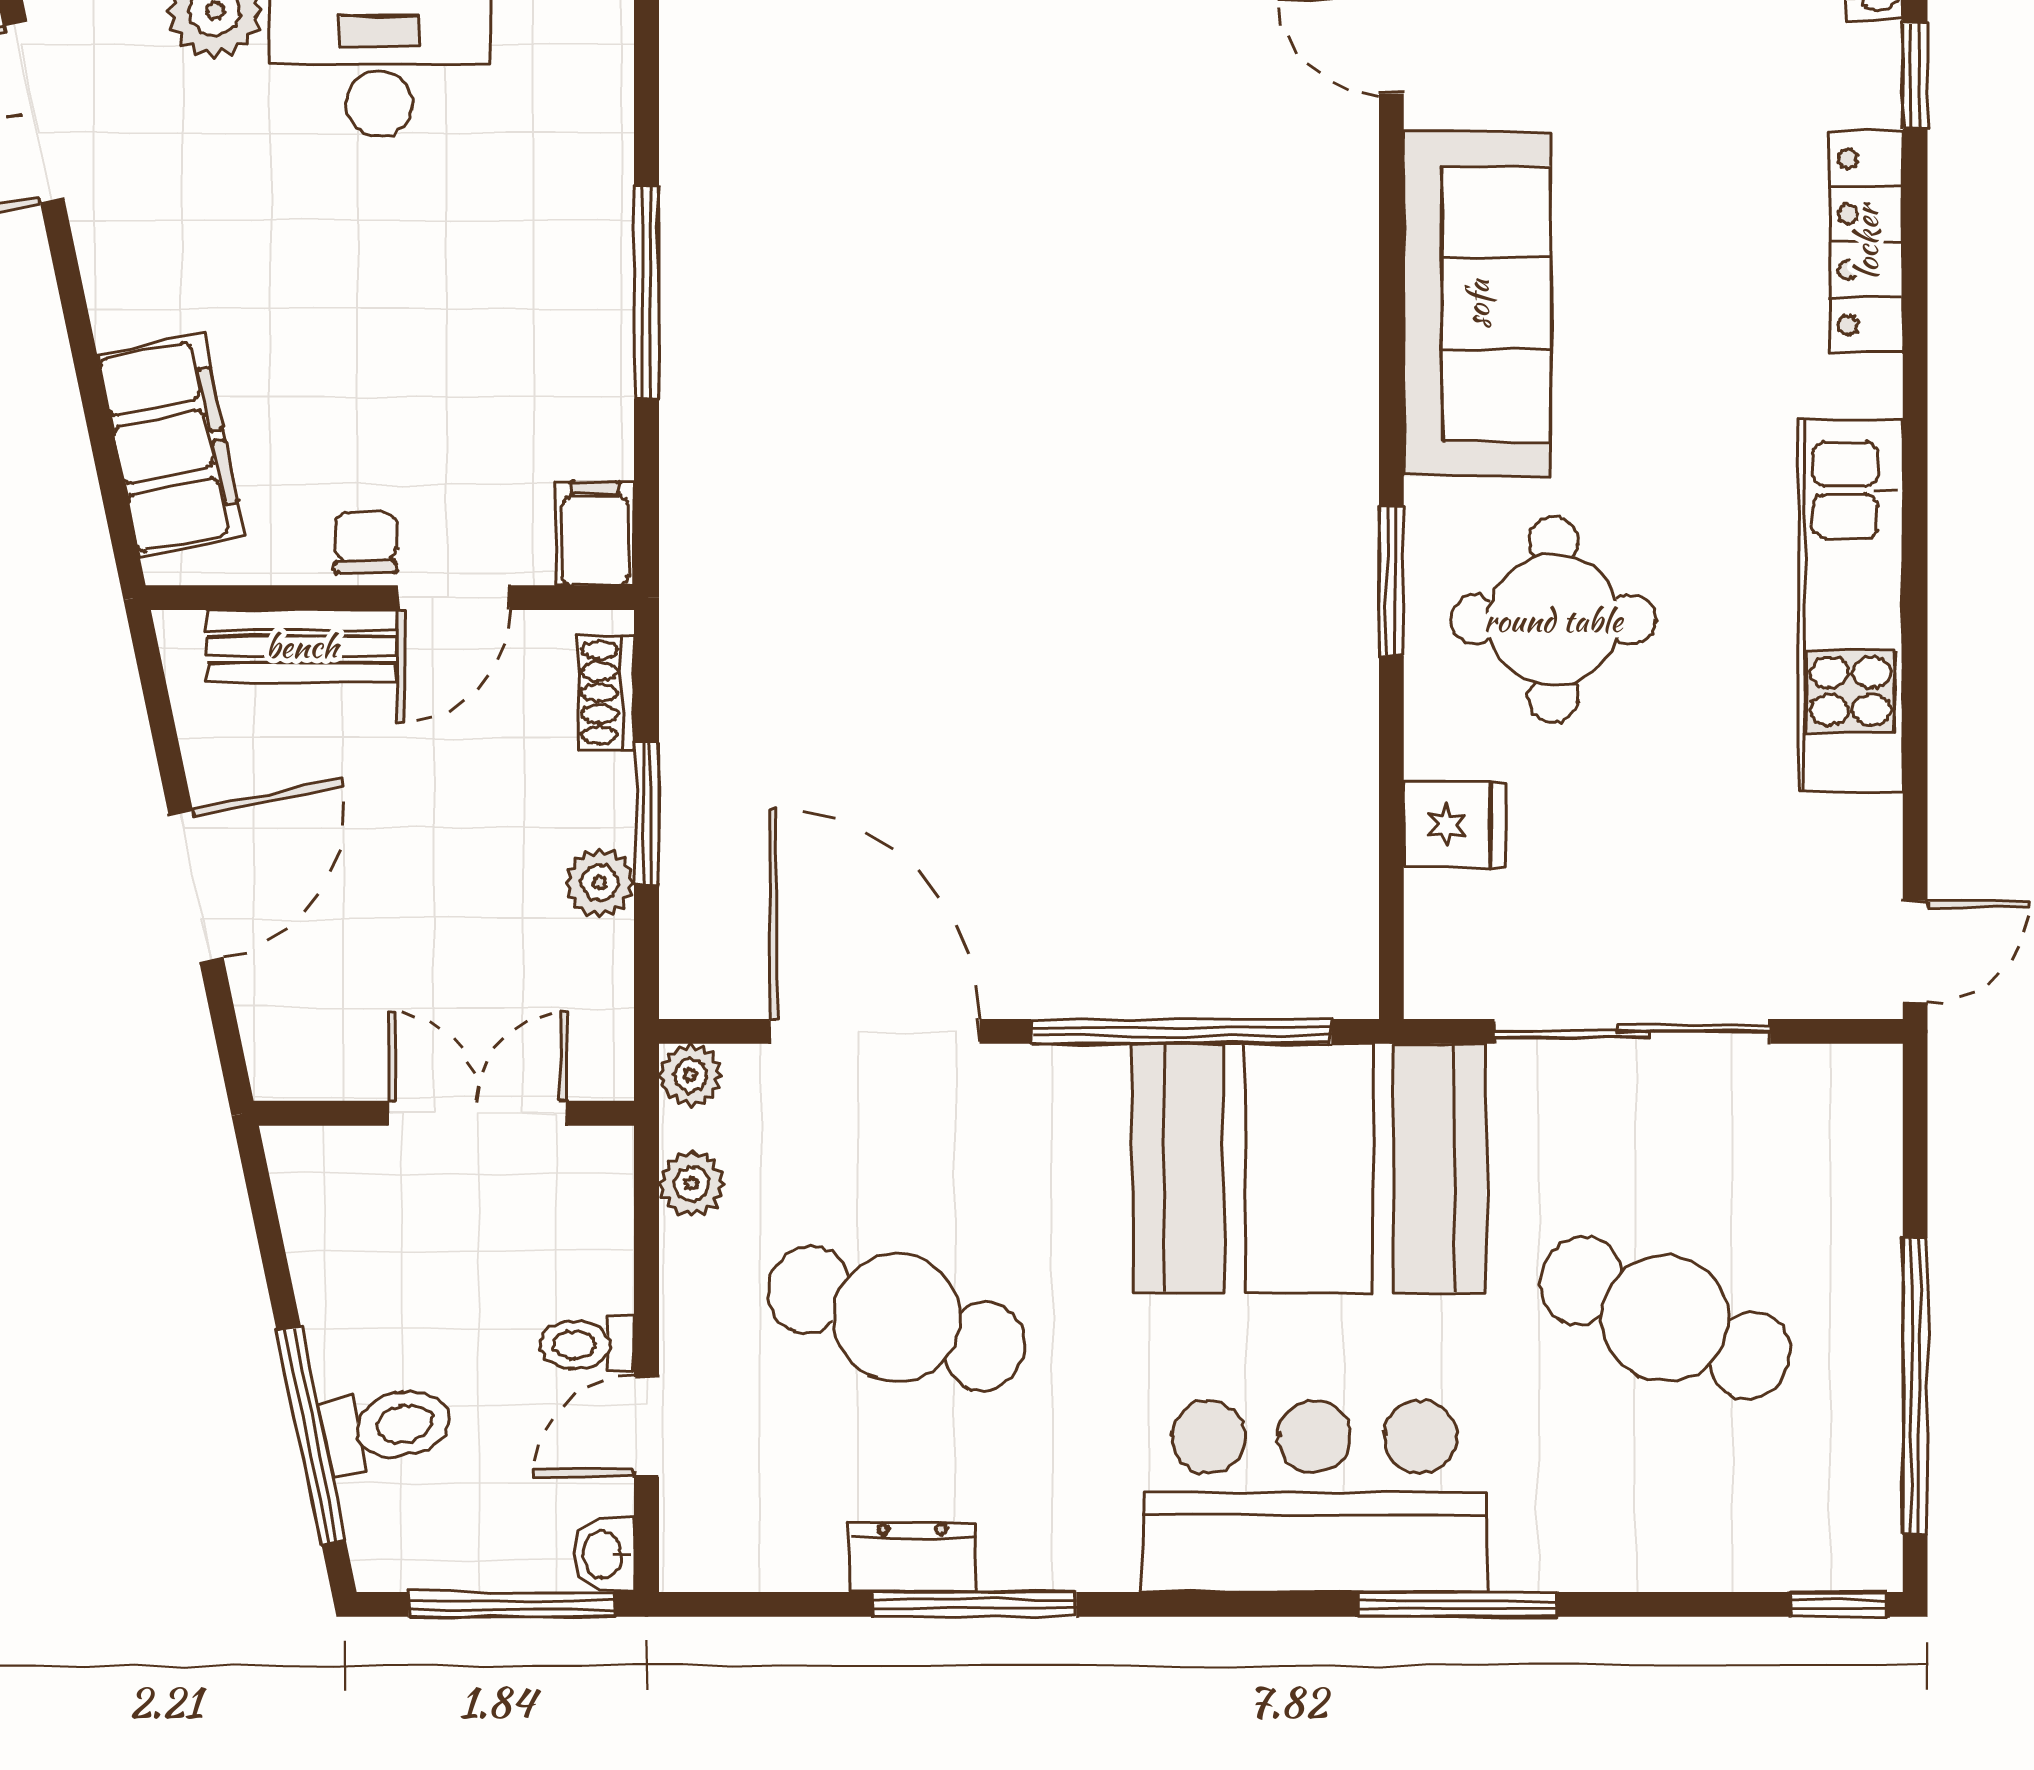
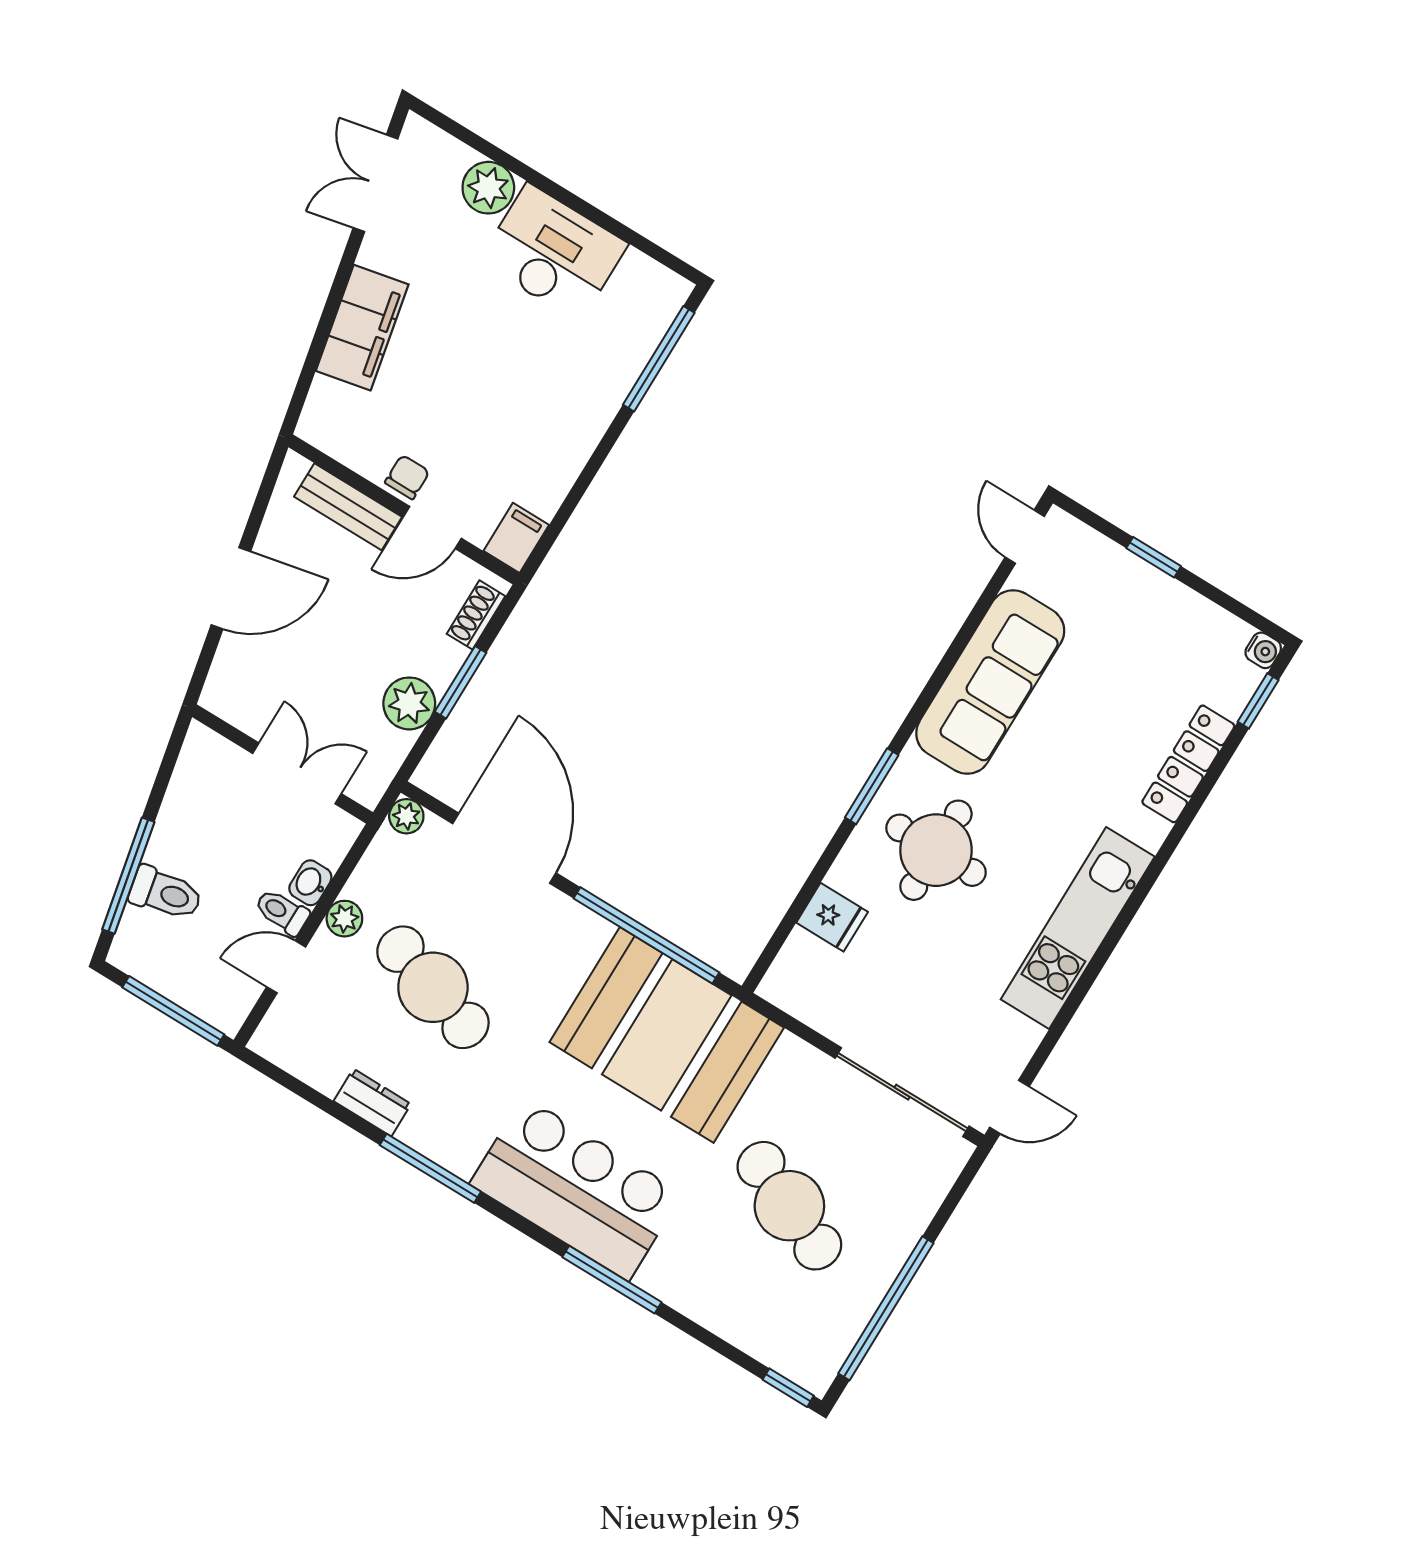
window: (647, 292) -> (659, 359), moved
filing cabinet: (171, 445) -> (362, 328), moved
plant: (600, 883) -> (409, 703), width x1.38, depth x1.38
sliding door: (1632, 1031) -> (902, 1092), moved
plant: (692, 1184) -> (344, 919), moved
washbasin: (604, 1554) -> (310, 883), moved
window: (974, 1604) -> (430, 1168), moved

